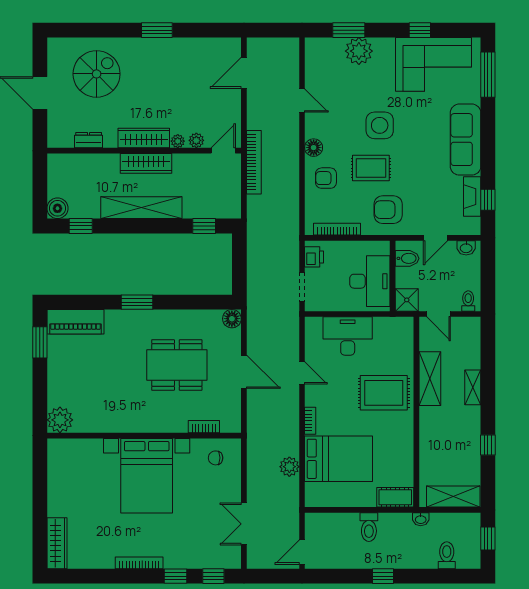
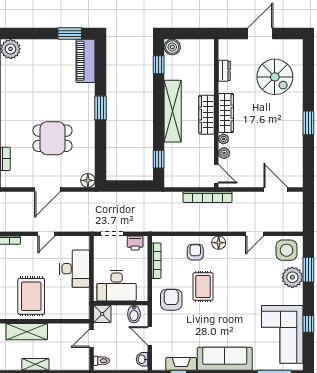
side table: (380, 125) -> (287, 250), moved
dining table: (177, 365) -> (52, 138), width x0.73
shelving: (430, 379) -> (27, 332), moved

